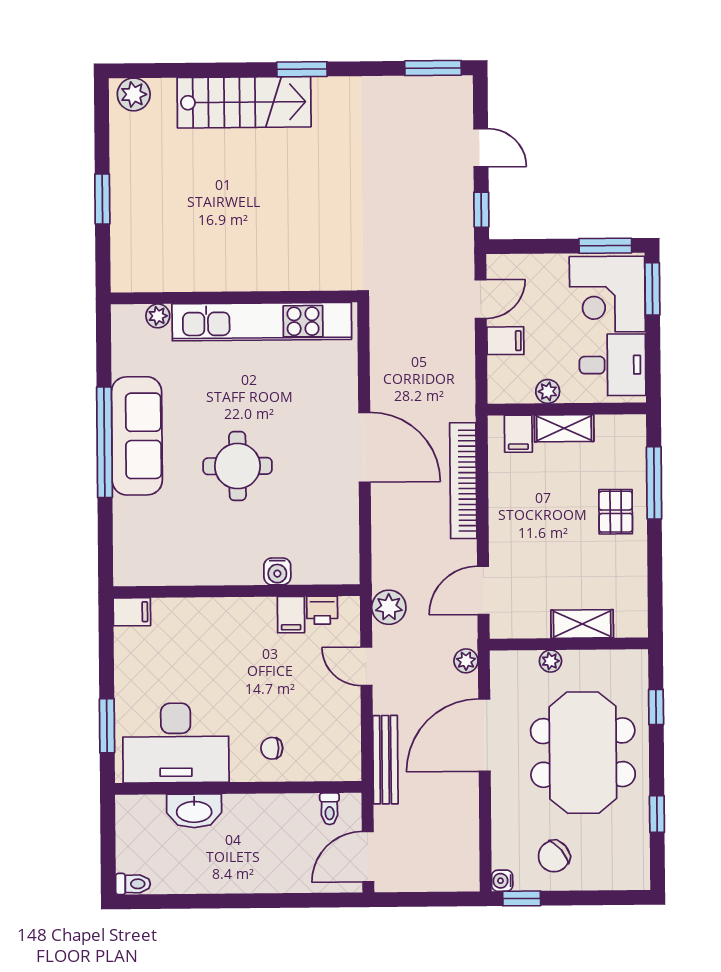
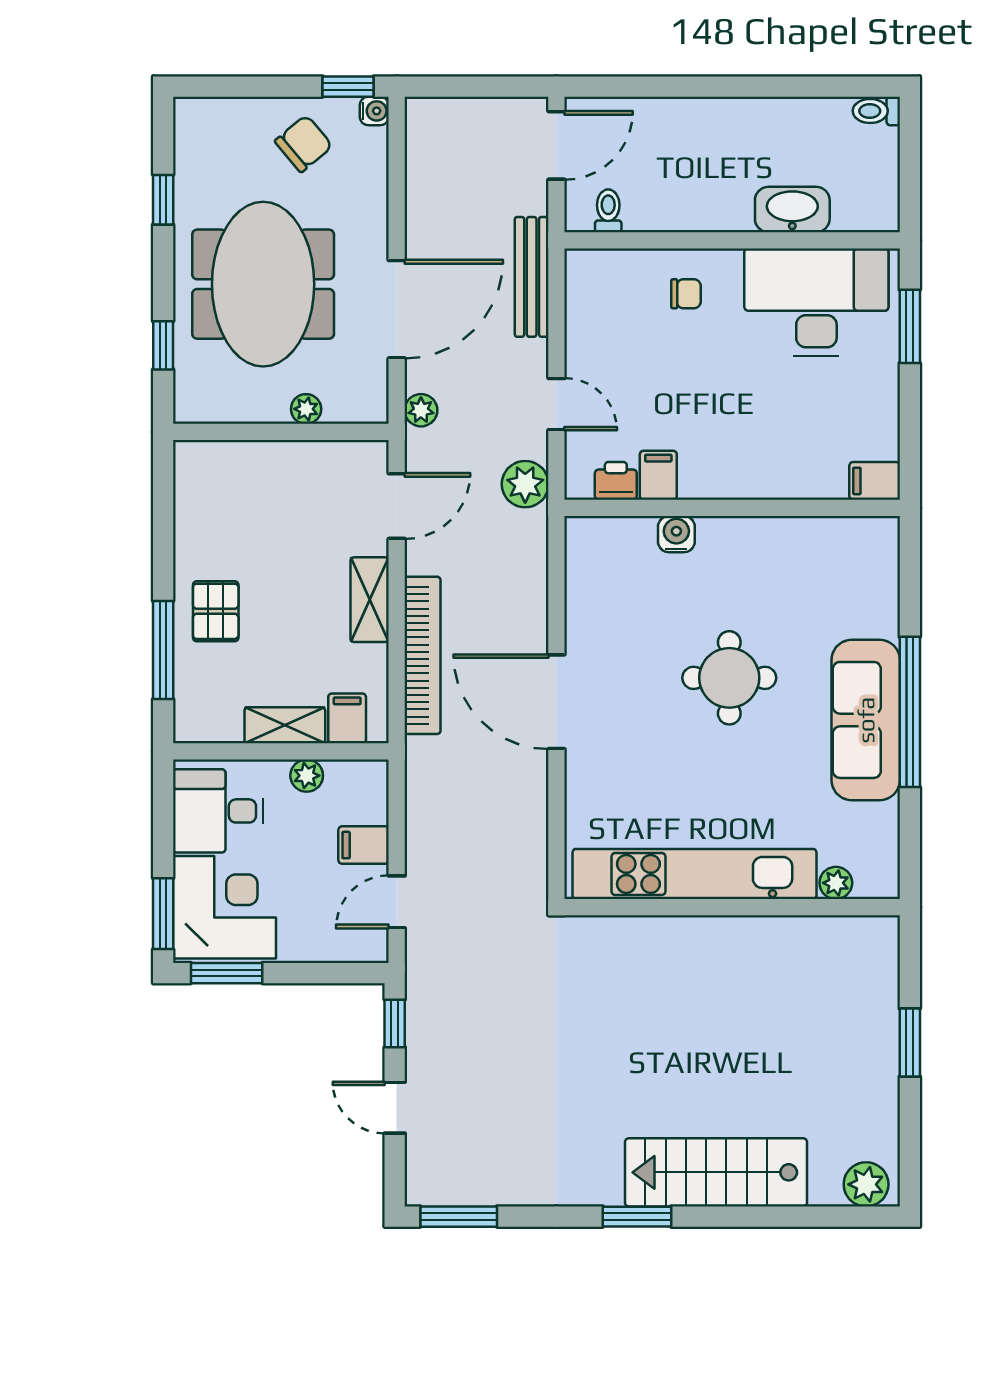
shelving: (582, 624) -> (370, 600), moved, turned 90

